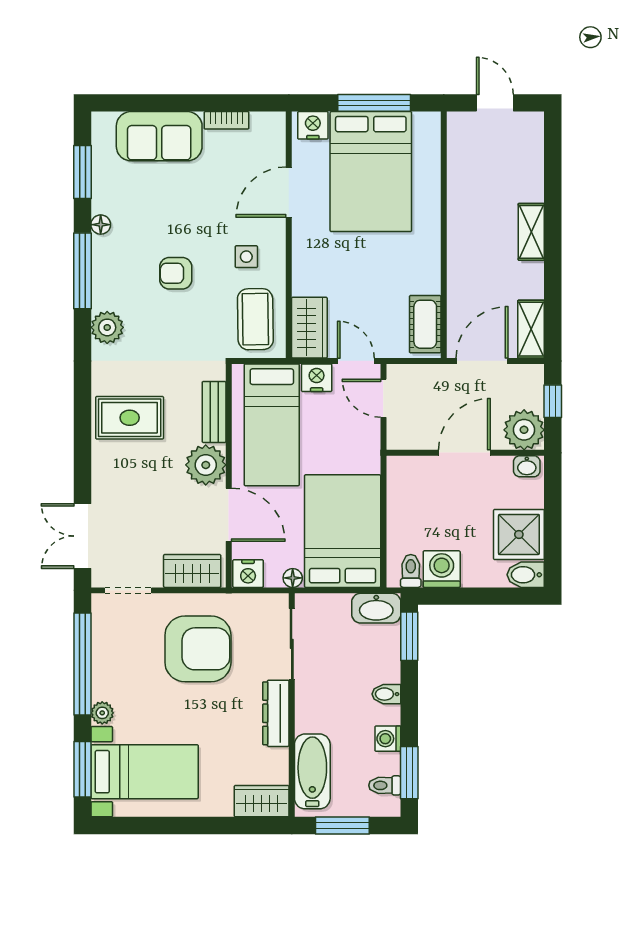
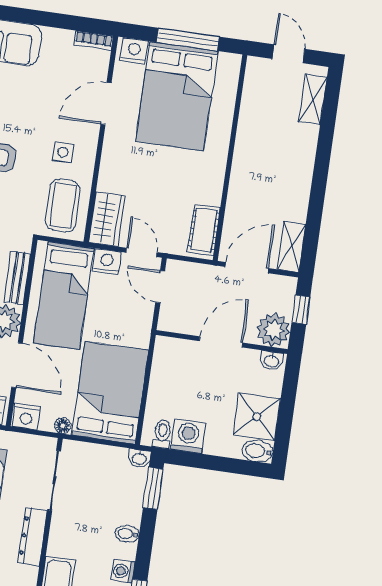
bookcase: (226, 120) -> (94, 41), moved
shelving: (531, 232) -> (313, 100), moved
washbasin: (376, 608) -> (139, 459), width x0.52, depth x0.69

